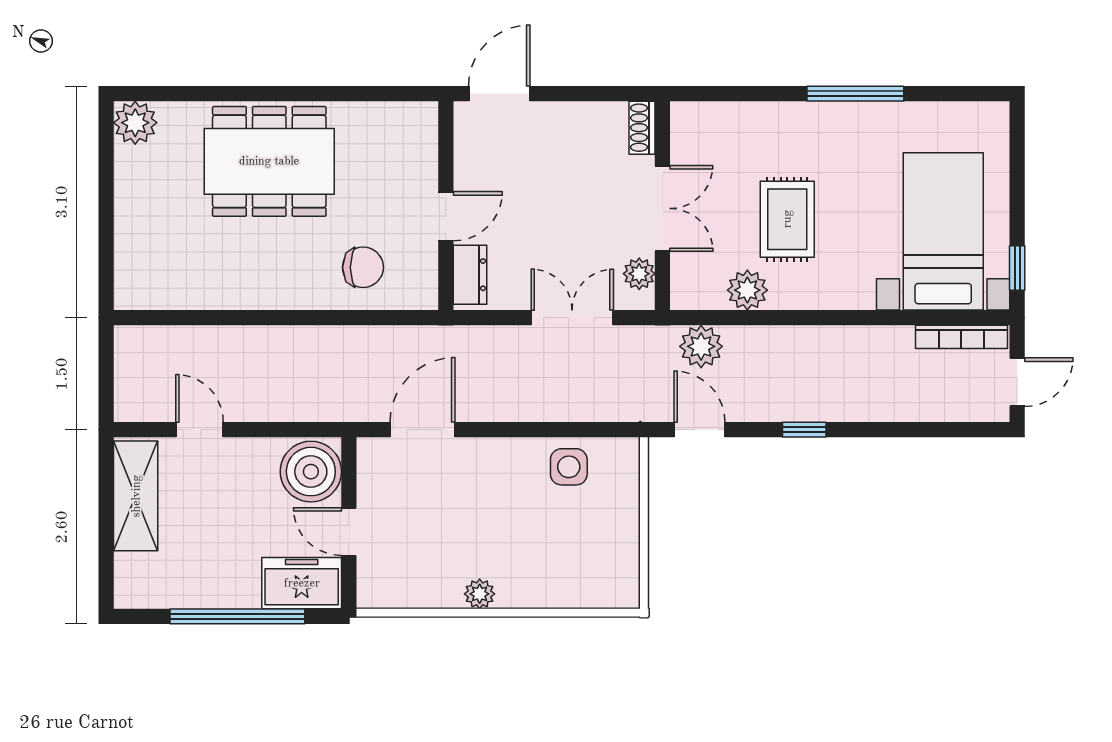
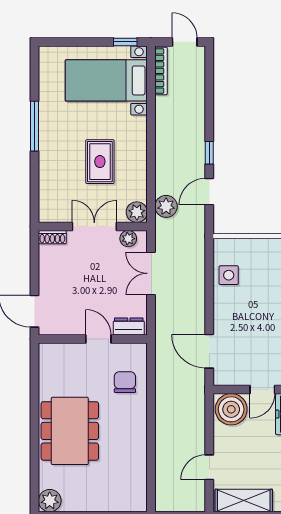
rug: (787, 219) -> (100, 162), turned 90
plant: (747, 290) -> (137, 212), moved
door: (699, 430) -> (209, 192), moved

